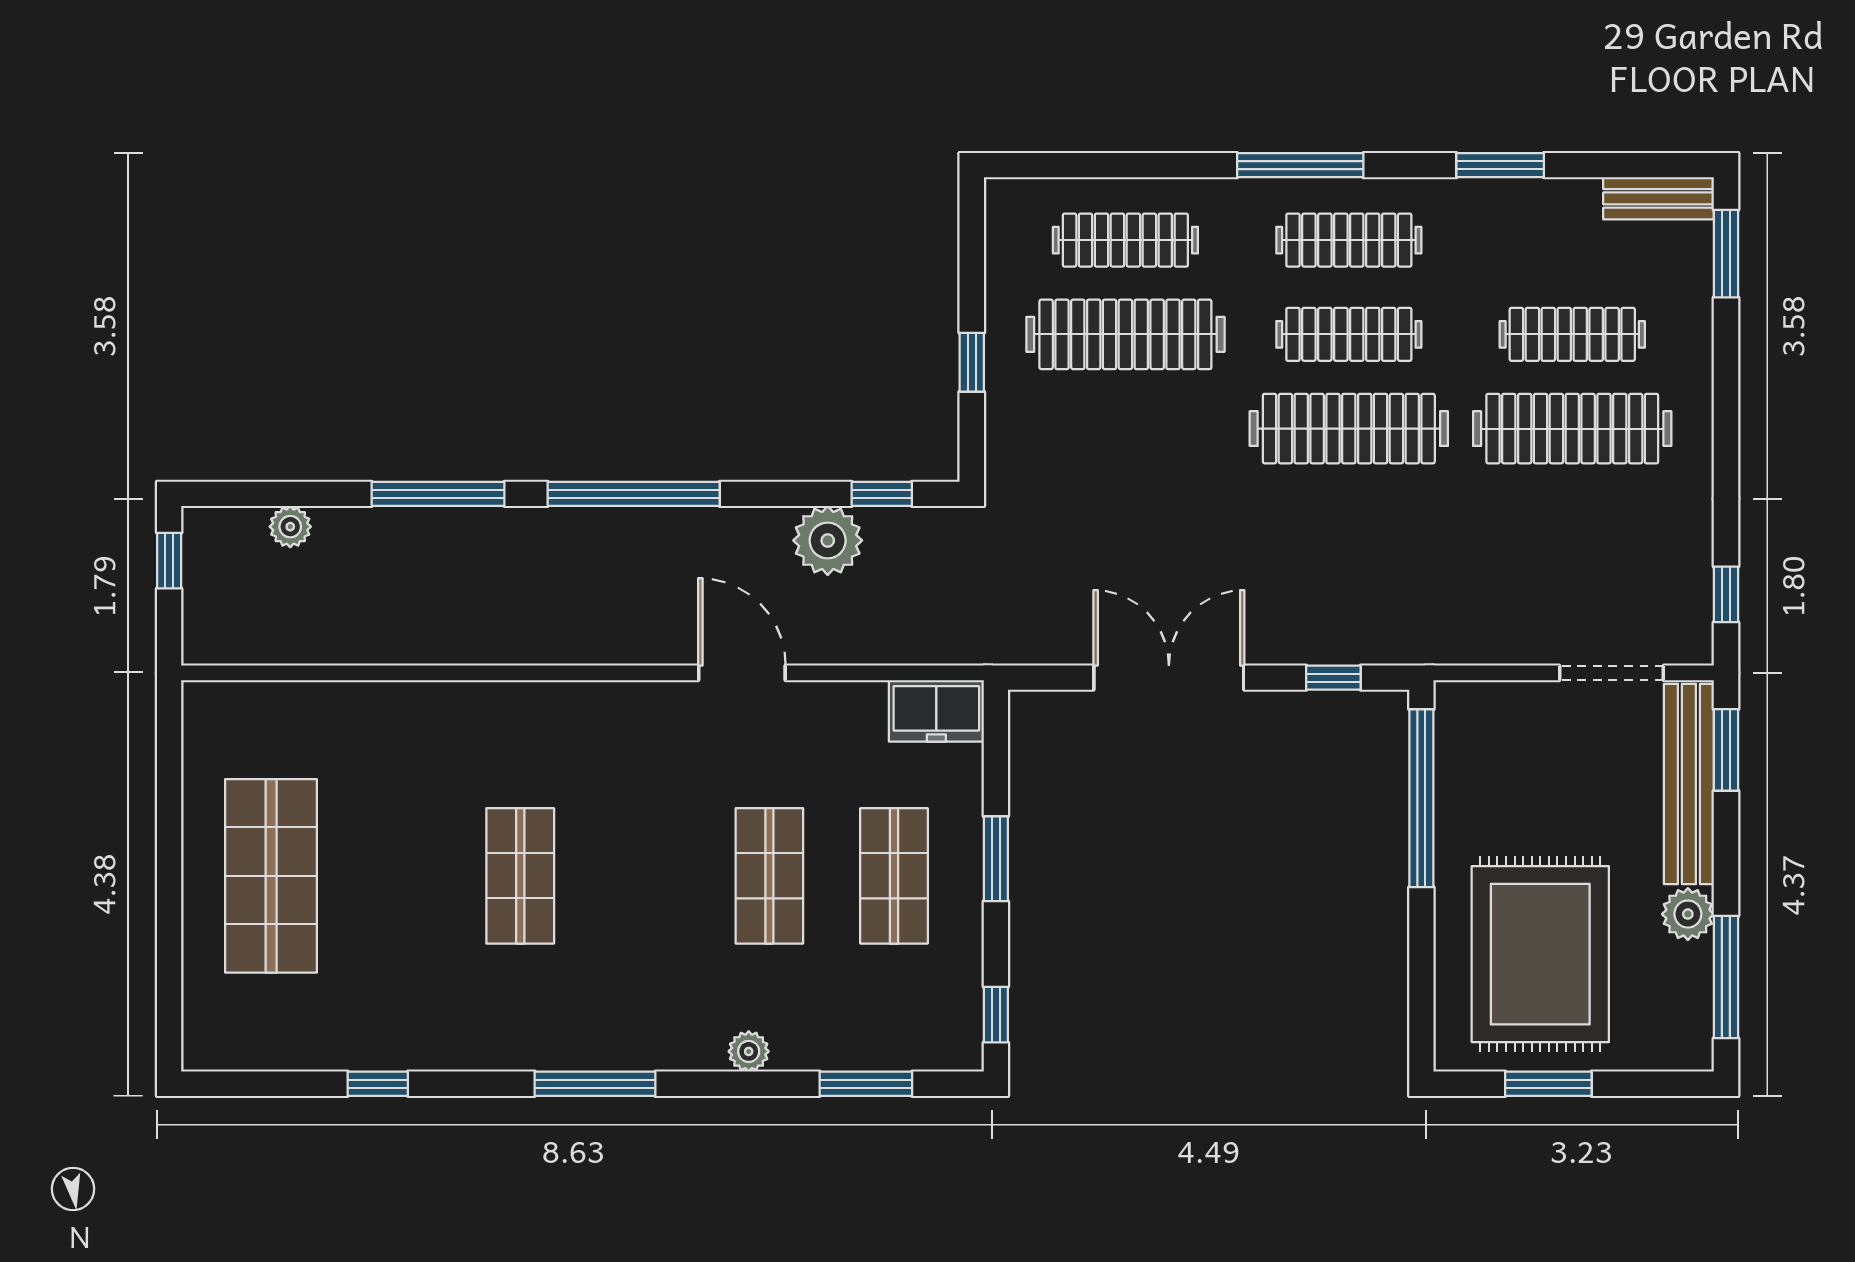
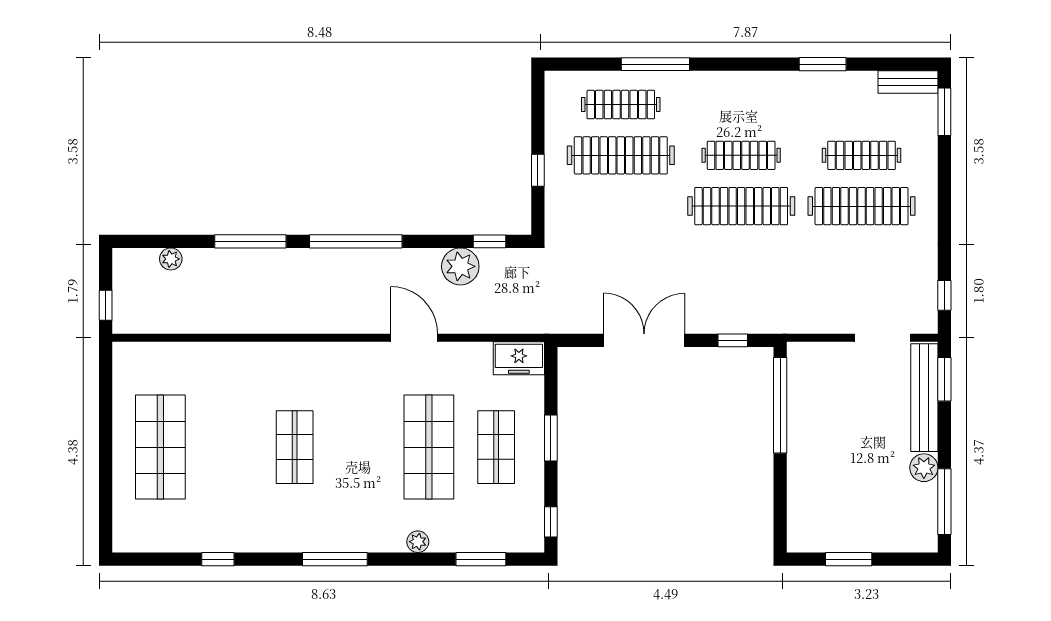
window: (1300, 165) -> (655, 64), moved
clothes rail: (1349, 240) -> (741, 105), removed
window: (169, 561) -> (106, 305), moved
shop shelf: (769, 876) -> (429, 447), width x1.43, depth x1.36
rug: (1540, 954) -> (844, 489), removed

